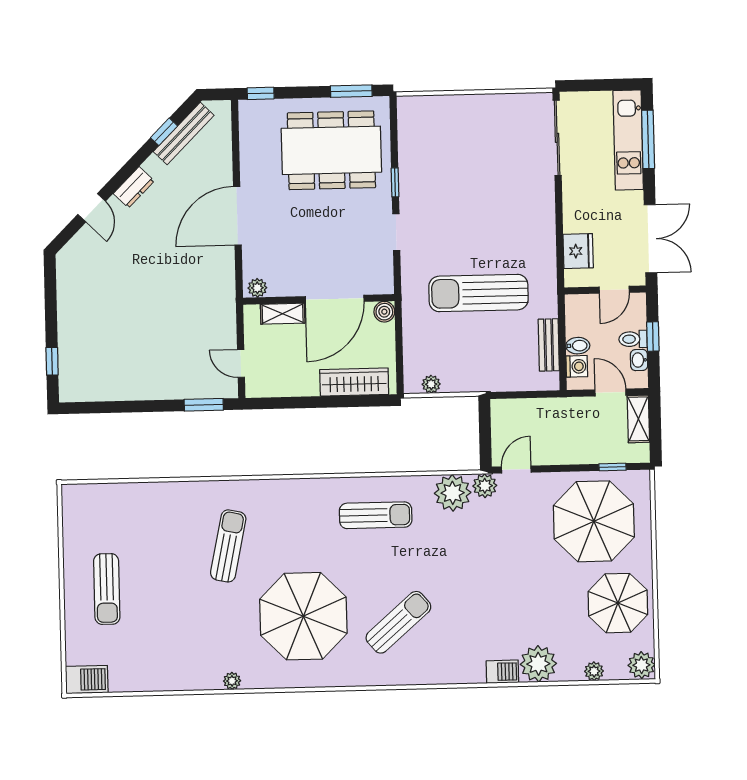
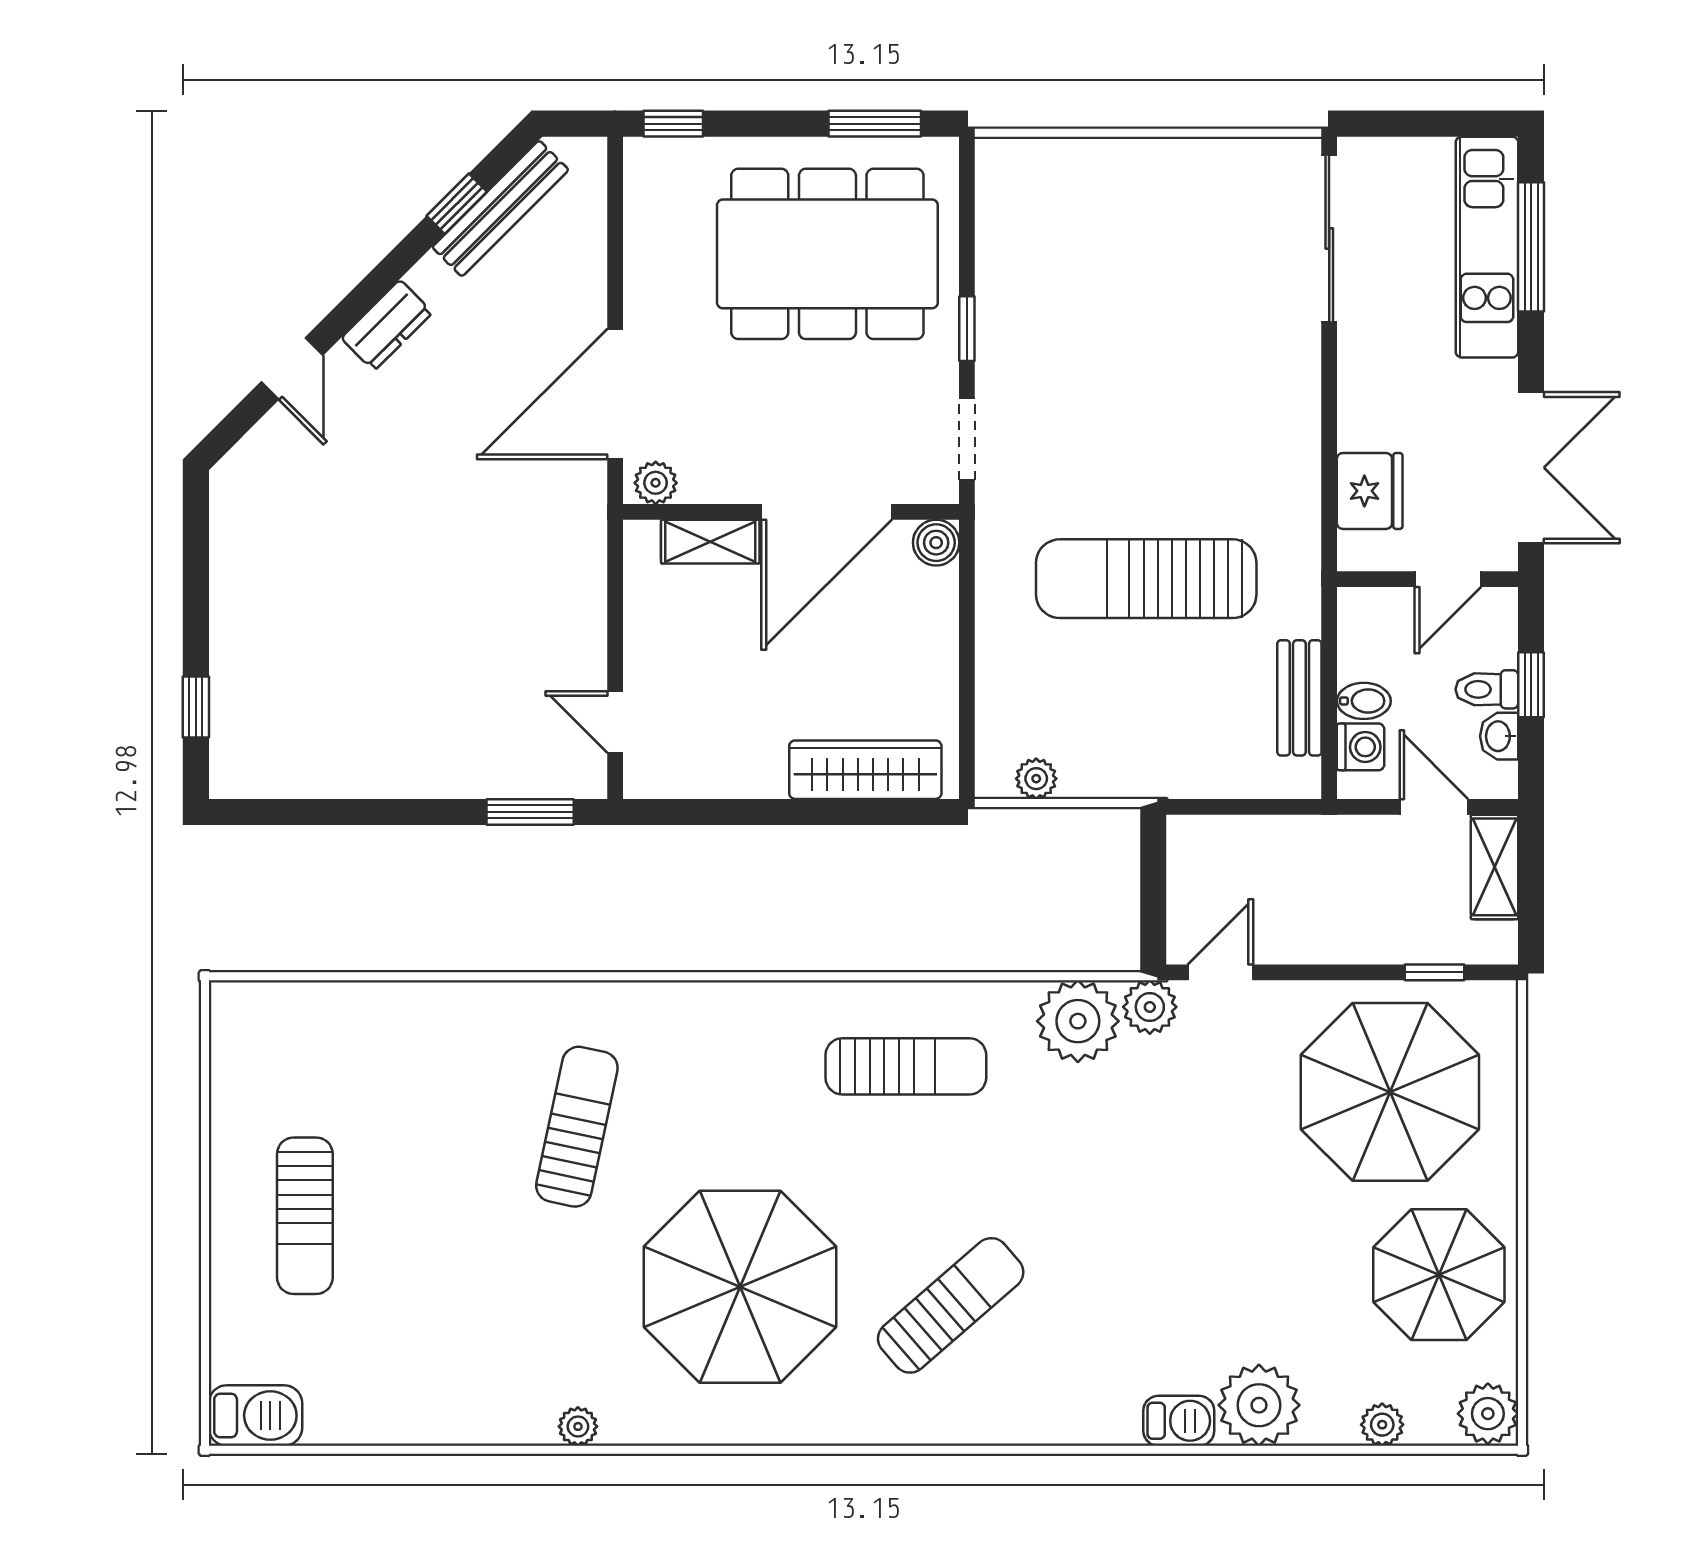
plant: (257, 288) -> (656, 483), moved
wall: (319, 299) -> (791, 512), moved
door: (335, 299) -> (827, 512), moved
boiler: (384, 312) -> (936, 543), moved
shelving: (283, 314) -> (710, 542), moved

